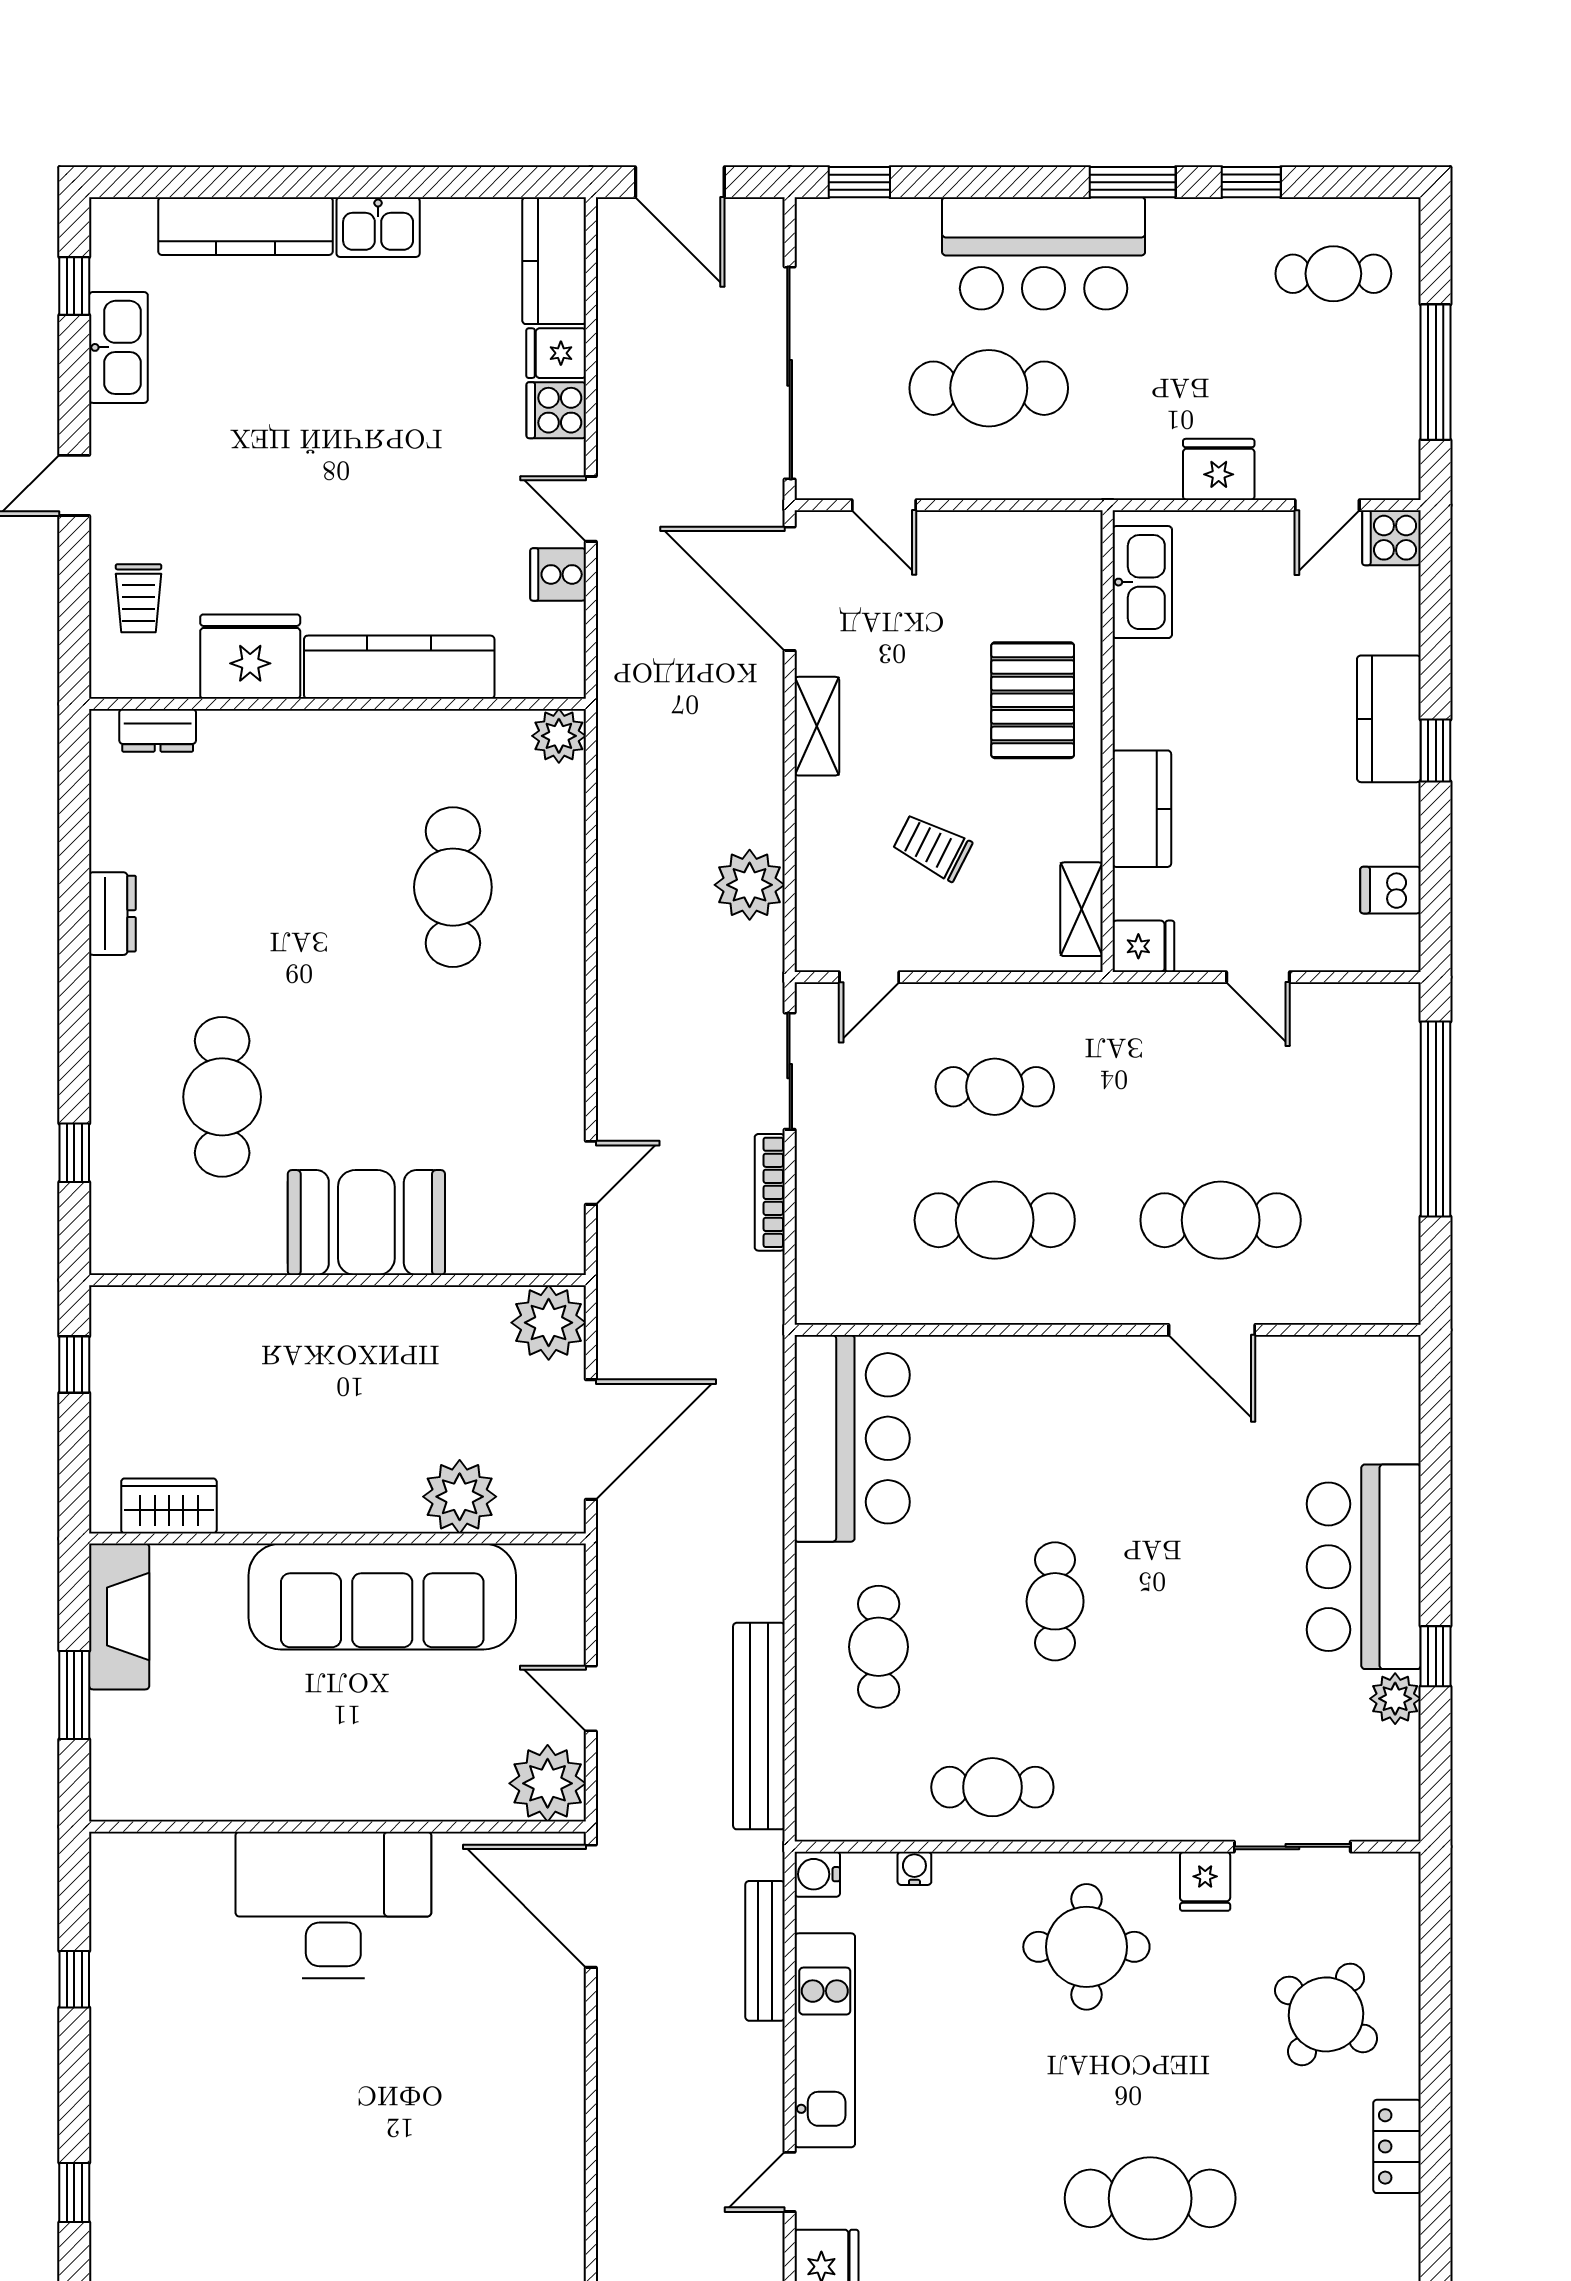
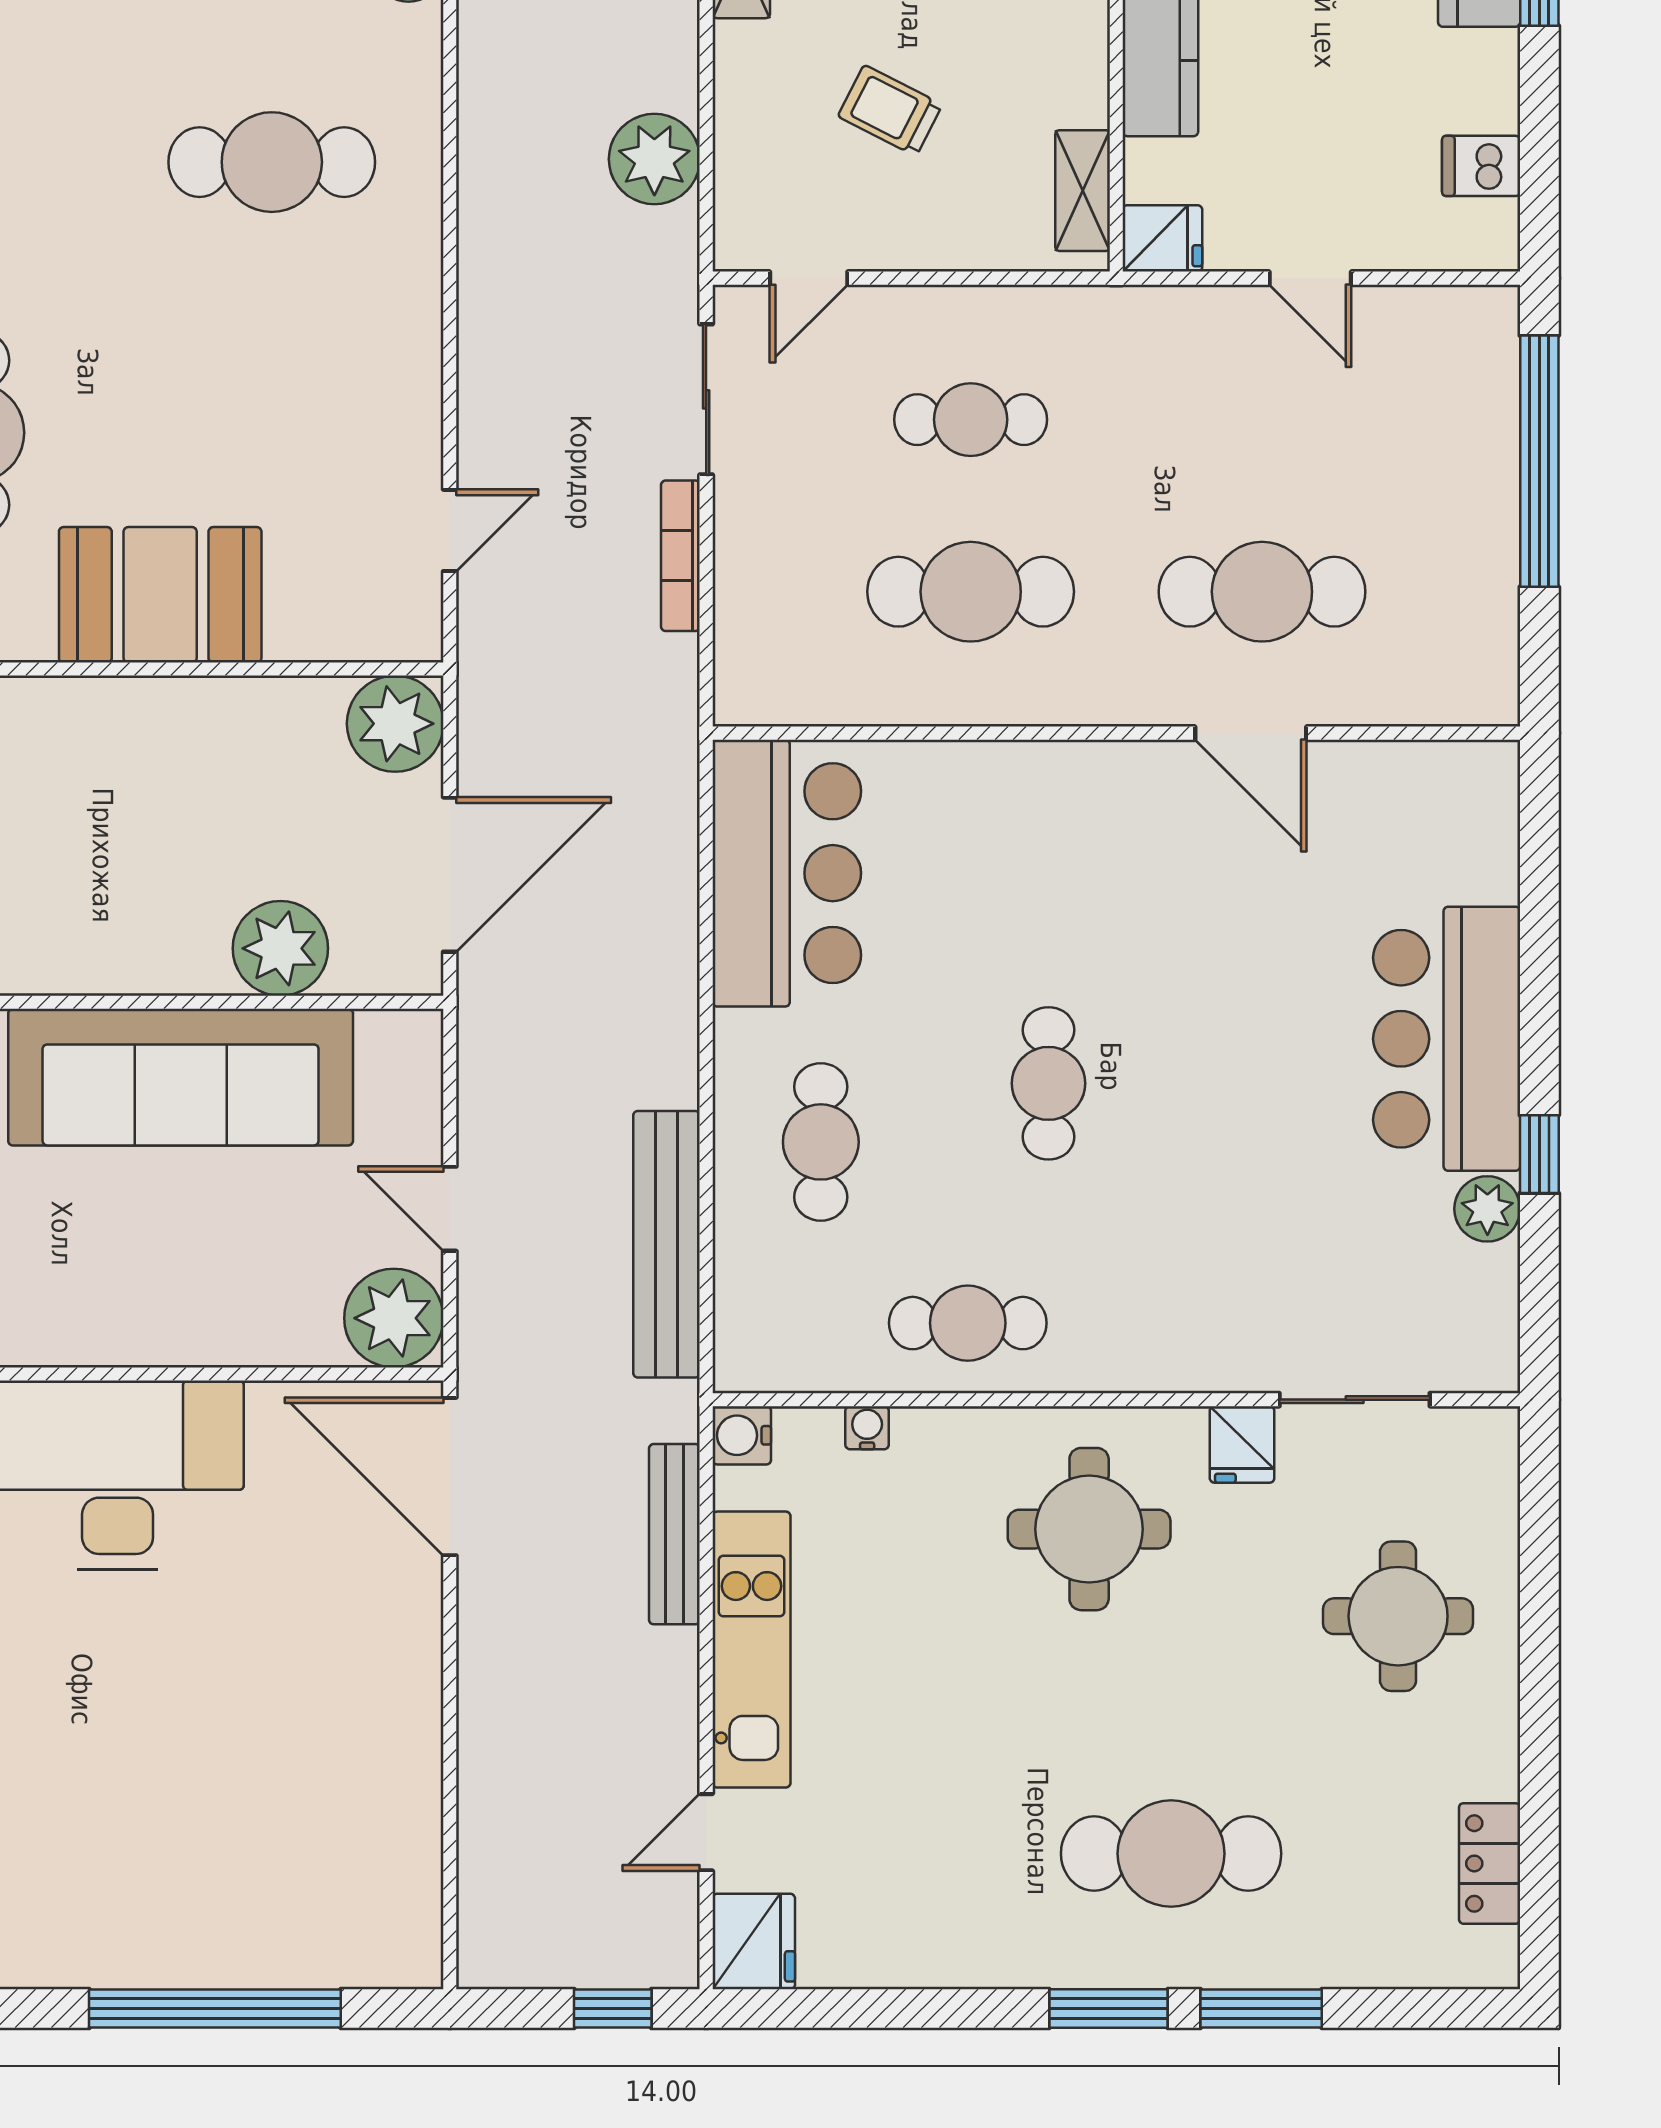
cafe table: (453, 887) -> (272, 162), turned 90
round table: (1326, 2014) -> (1398, 1616), turned -33
locker: (1397, 2146) -> (1490, 1863), moved

